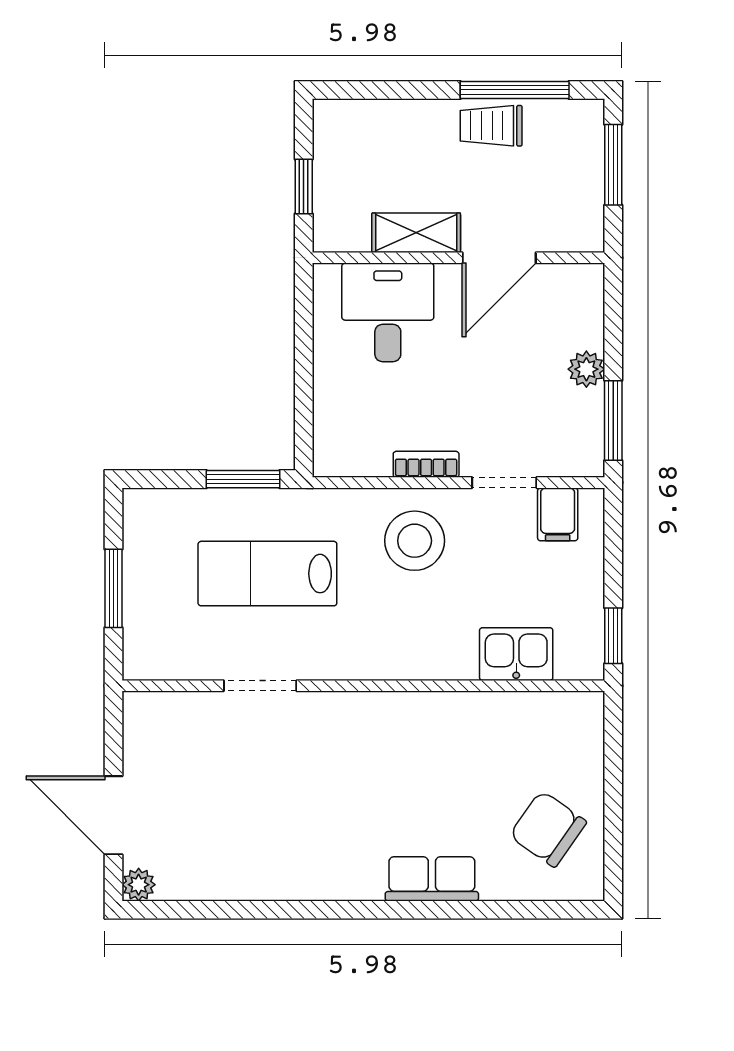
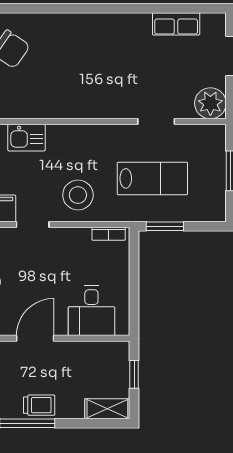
shelving: (416, 233) -> (107, 409), moved
bookcase: (426, 464) -> (109, 234), moved
row of seats: (432, 879) -> (176, 24), moved
plant: (139, 885) -> (210, 103), moved, width x1.87, depth x1.87

